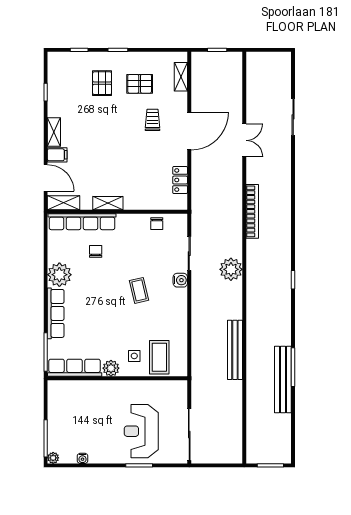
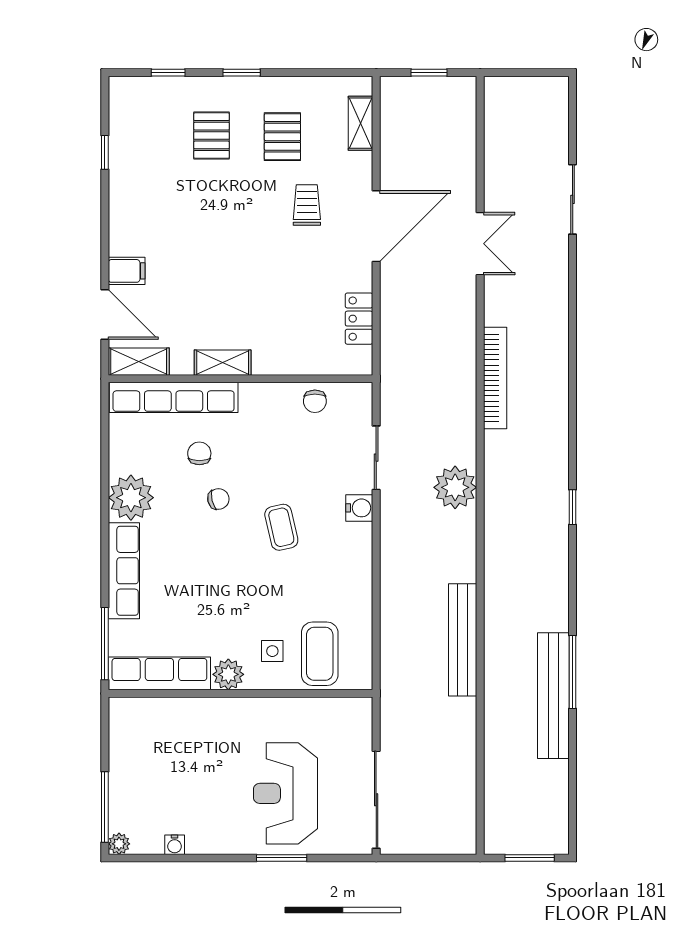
pallet: (140, 84) -> (282, 137), turned 90
shelving: (54, 132) -> (120, 228), removed
chair: (106, 275) -> (218, 499), added

